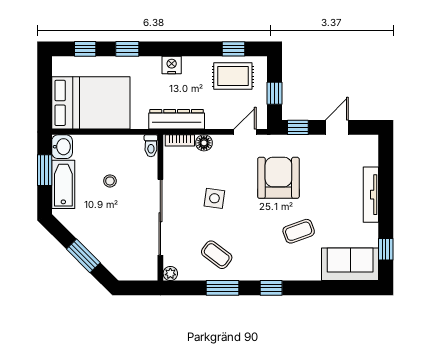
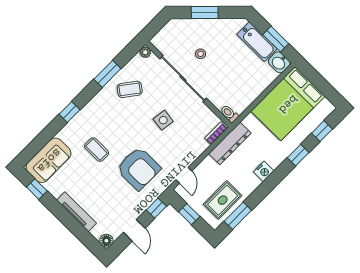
window: (234, 49) -> (238, 216), width x1.50
floor lamp: (204, 143) -> (106, 241), moved
stool: (110, 181) -> (201, 54), moved
coffee table: (299, 231) -> (97, 150), turned -70
window: (271, 288) -> (70, 112), moved

